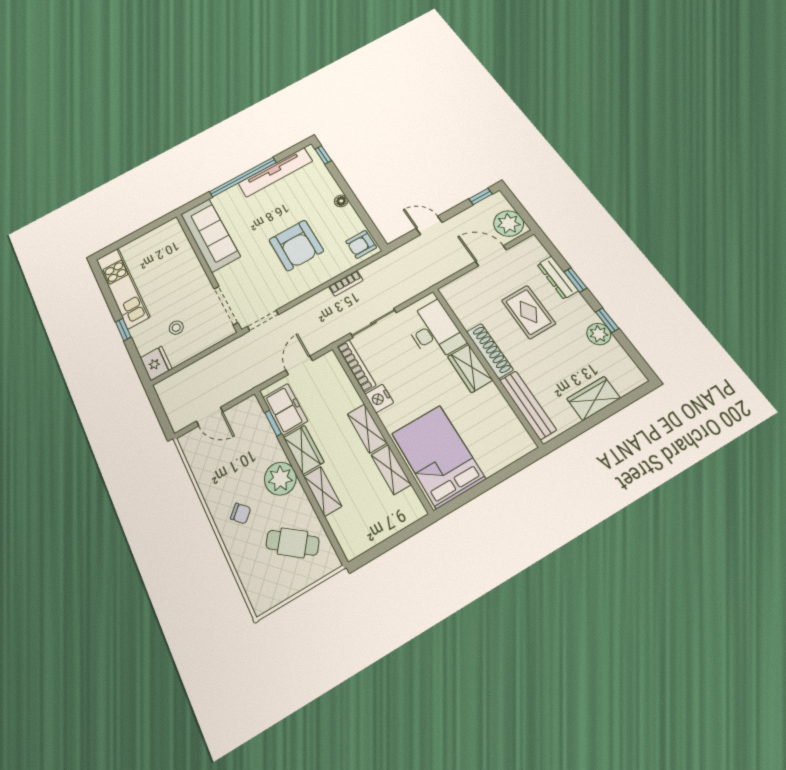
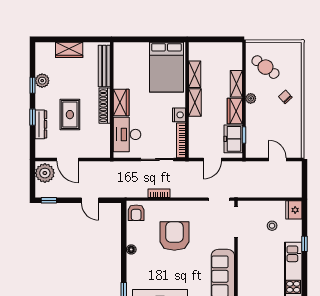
armchair: (361, 244) -> (136, 213), turned 90
plant: (280, 479) -> (251, 98), width x0.53, depth x0.53

